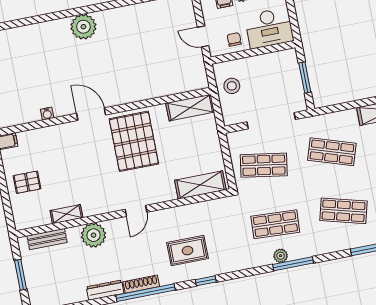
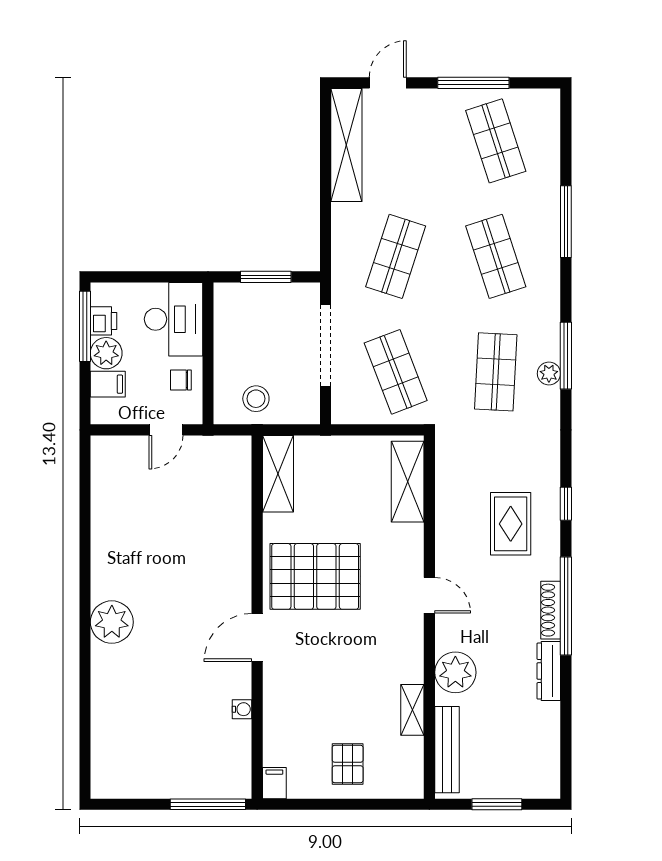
shop shelf: (264, 165) -> (396, 372), turned -30
shop shelf: (343, 211) -> (496, 256), turned -33
bench: (47, 239) -> (447, 750), width x1.36

